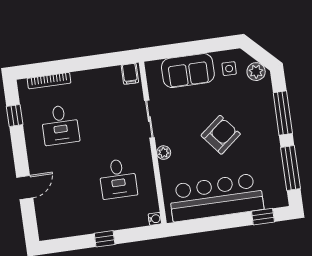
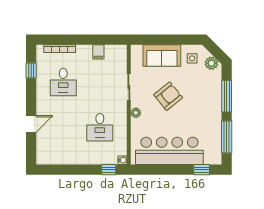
filing cabinet: (130, 74) -> (98, 52), moved
armchair: (221, 135) -> (168, 96), moved
window: (105, 239) -> (109, 170), moved

